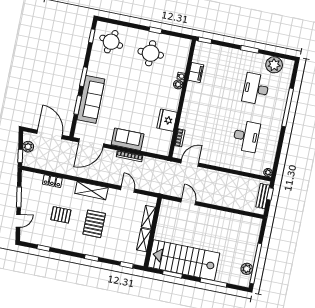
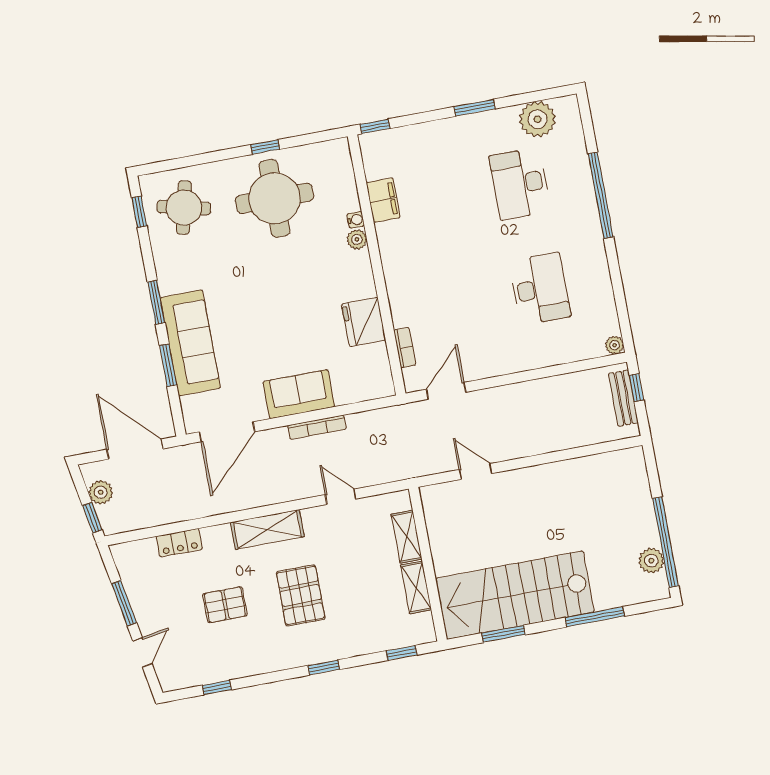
round table: (151, 53) -> (275, 198), width x1.36, depth x1.36

